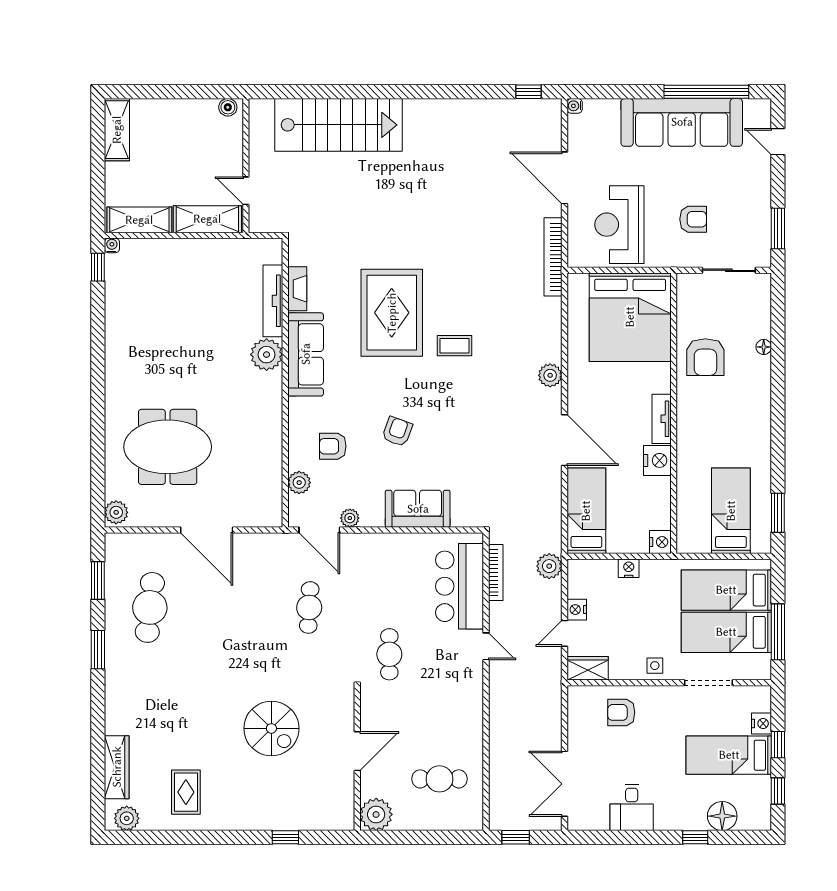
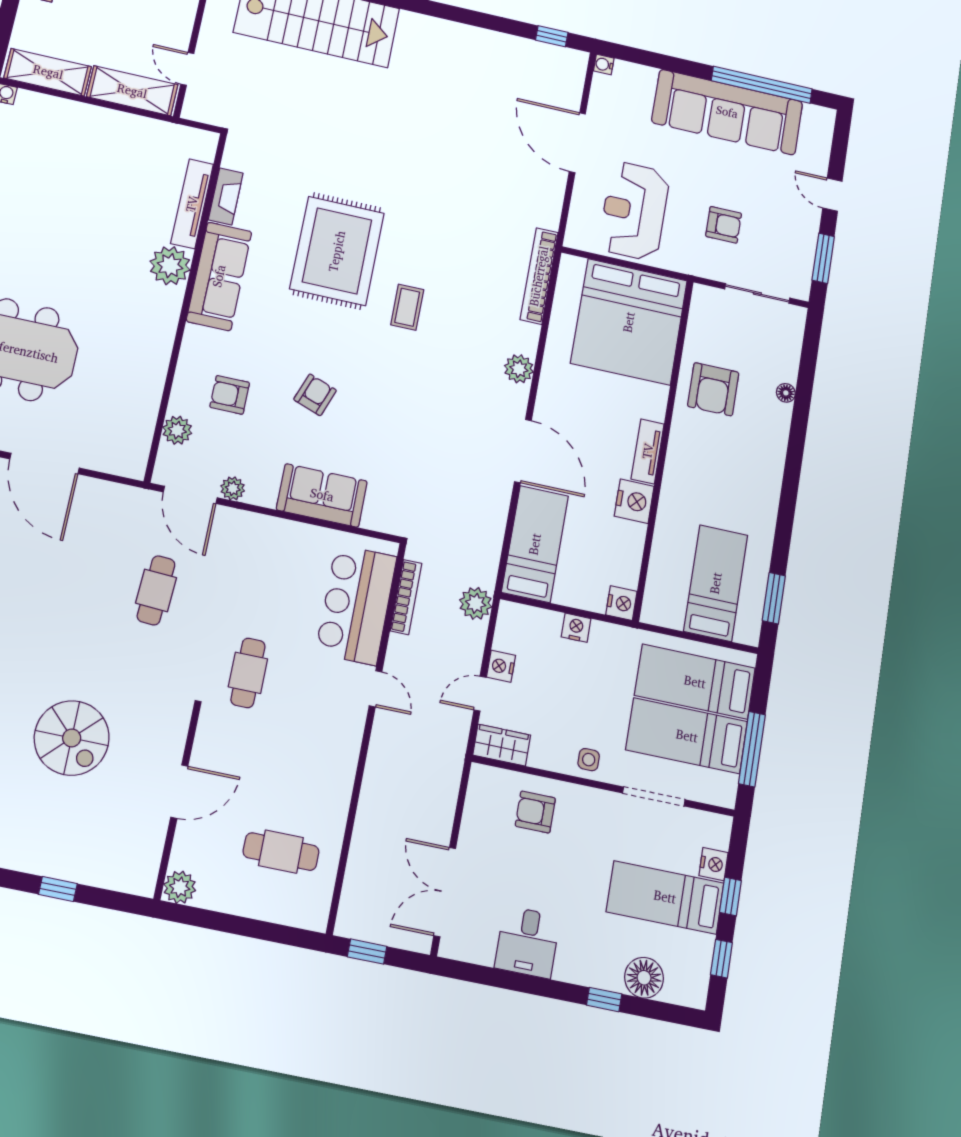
door: (778, 142) -> (832, 195), moved
bookcase: (553, 257) -> (539, 276), moved
coffee table: (455, 346) -> (407, 307), turned 90
plant: (376, 814) -> (180, 887), width x0.73, depth x0.73

